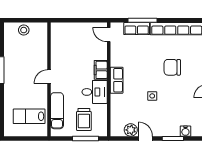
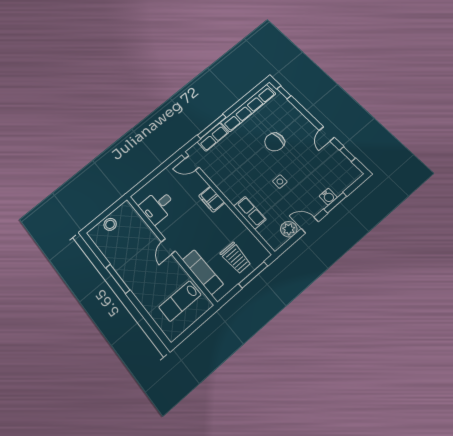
row of seats: (117, 80) -> (250, 213), moved
desk: (95, 92) -> (158, 206), moved, turned 180
water cooler: (185, 131) -> (328, 197), moved

